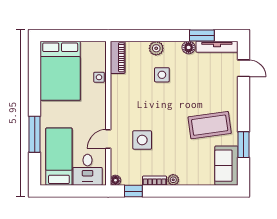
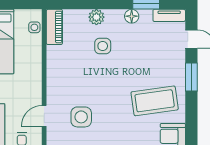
tv unit: (217, 47) -> (169, 15), width x0.71
side table: (99, 77) -> (34, 27), moved
window: (243, 145) -> (191, 77), moved

